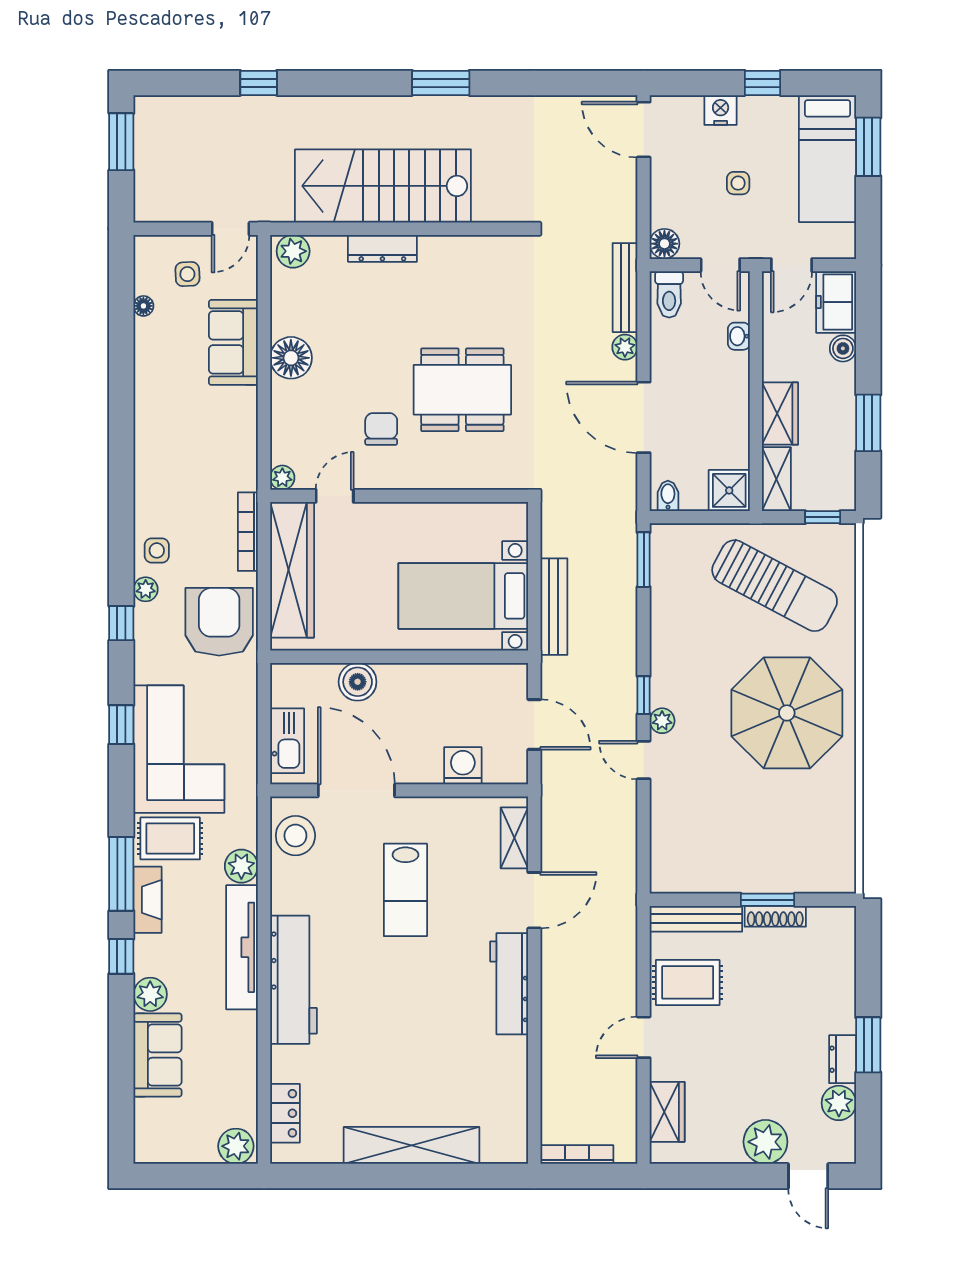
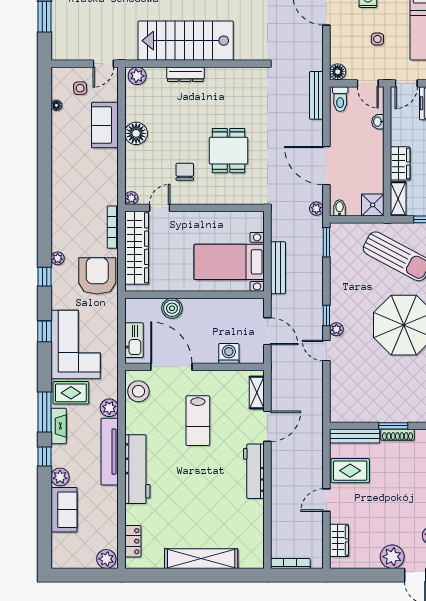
plant: (625, 347) -> (316, 209), moved
dining table: (462, 390) -> (229, 151), width x0.73
side table: (157, 550) -> (64, 237), removed

